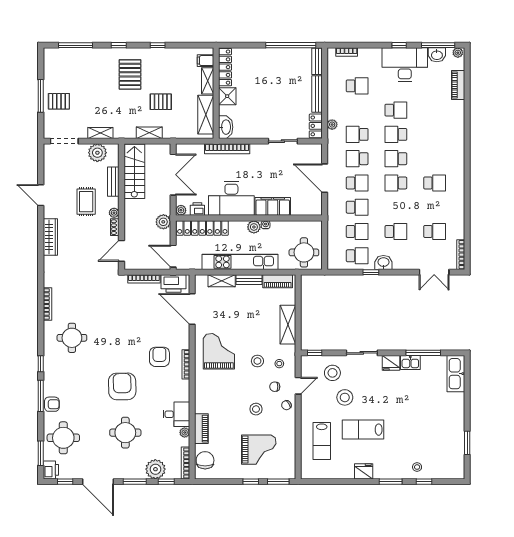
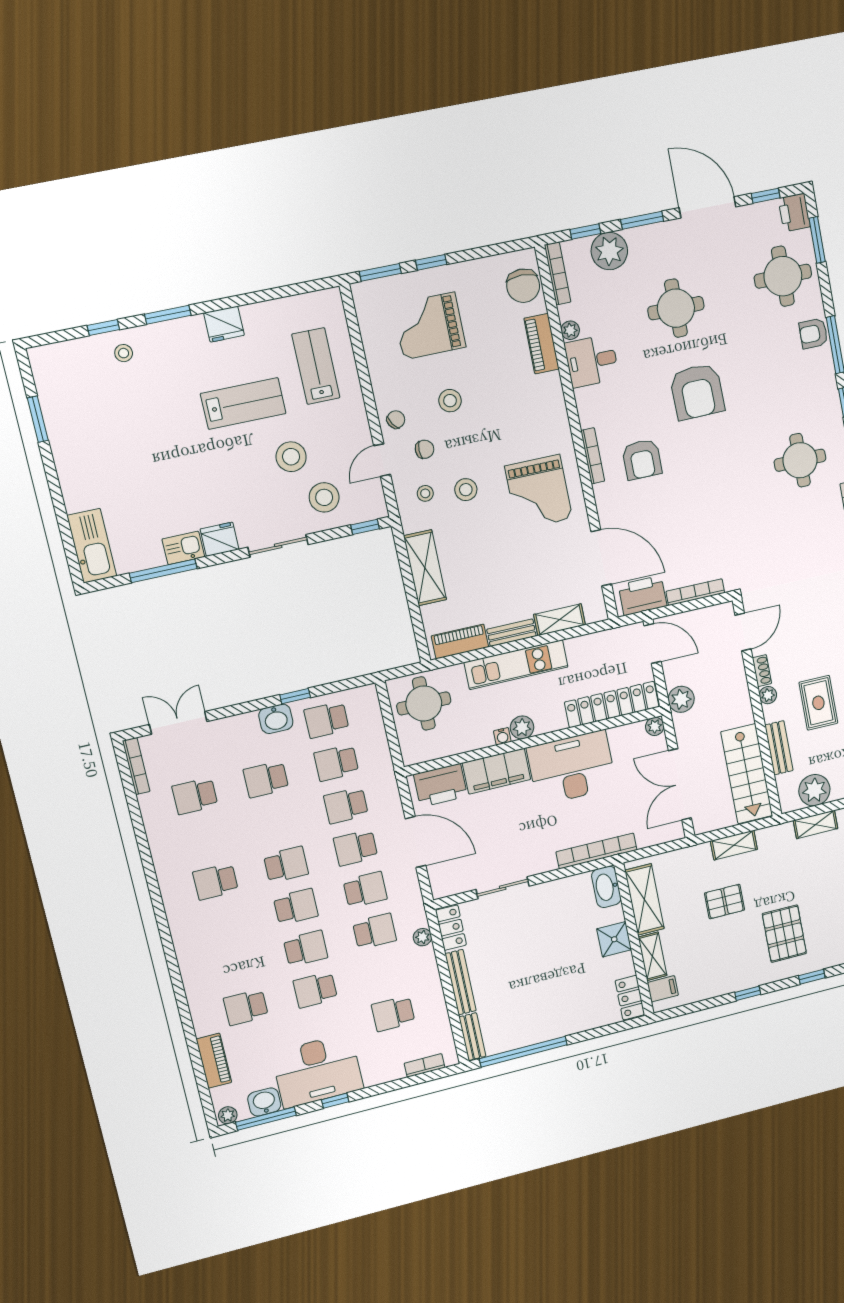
locker: (225, 67) -> (630, 998), width x0.66
school desk: (435, 110) -> (246, 1007), added
printer: (197, 209) -> (440, 785), moved, width x1.87, depth x1.48
kitchen unit: (240, 262) -> (516, 665), width x0.73

